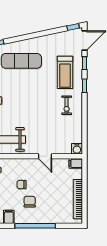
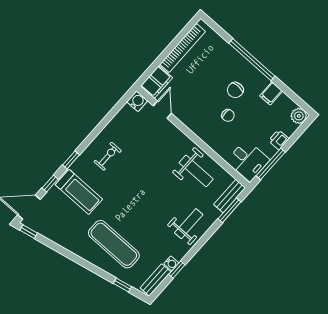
treadmill: (65, 72) -> (79, 192), turned 90
door: (45, 156) -> (162, 110), moved
filing cabinet: (76, 163) -> (157, 82), width x2.00

